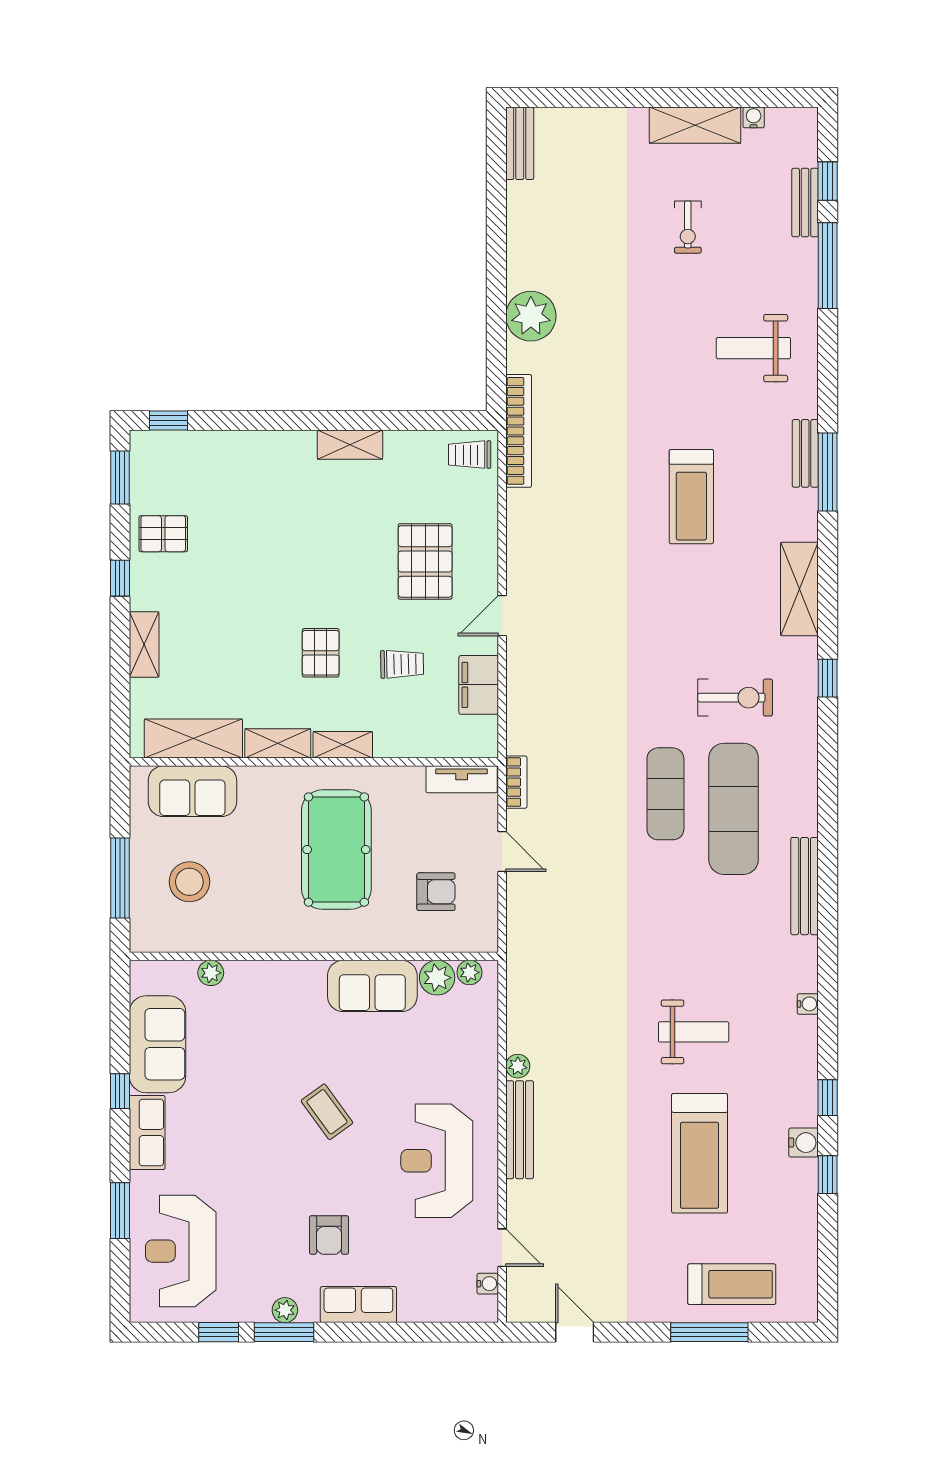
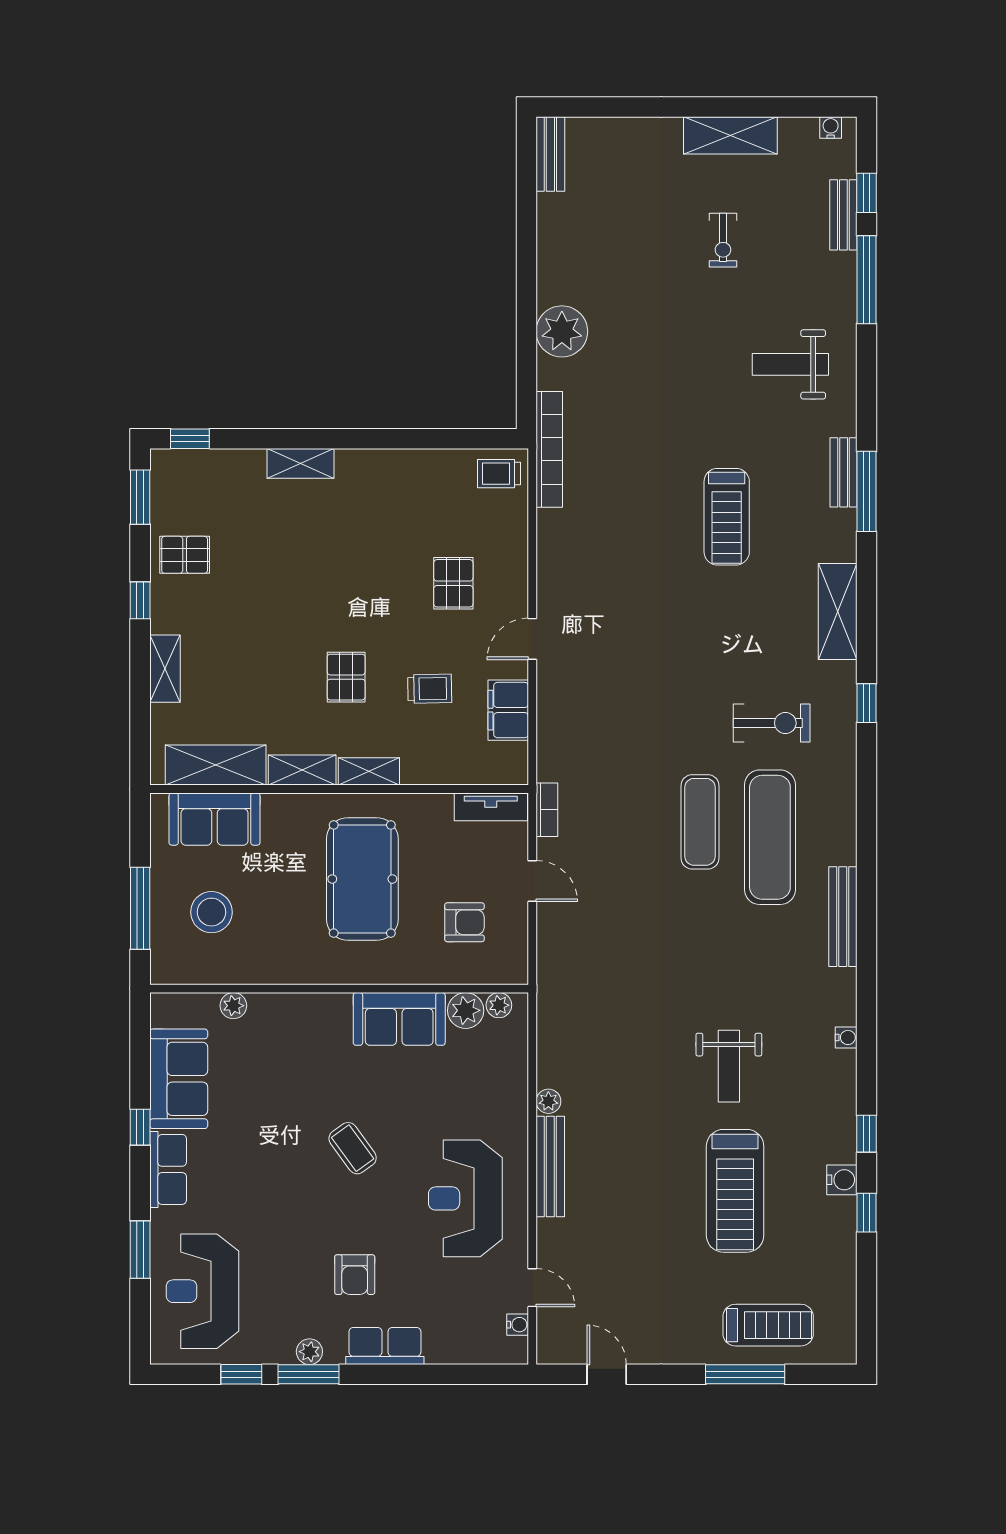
water cooler: (754, 117) -> (831, 128), moved
shelving: (350, 445) -> (300, 463), moved
pallet: (425, 561) -> (453, 583), width x0.67, depth x0.71
weight bench: (694, 1032) -> (729, 1066), turned 90

